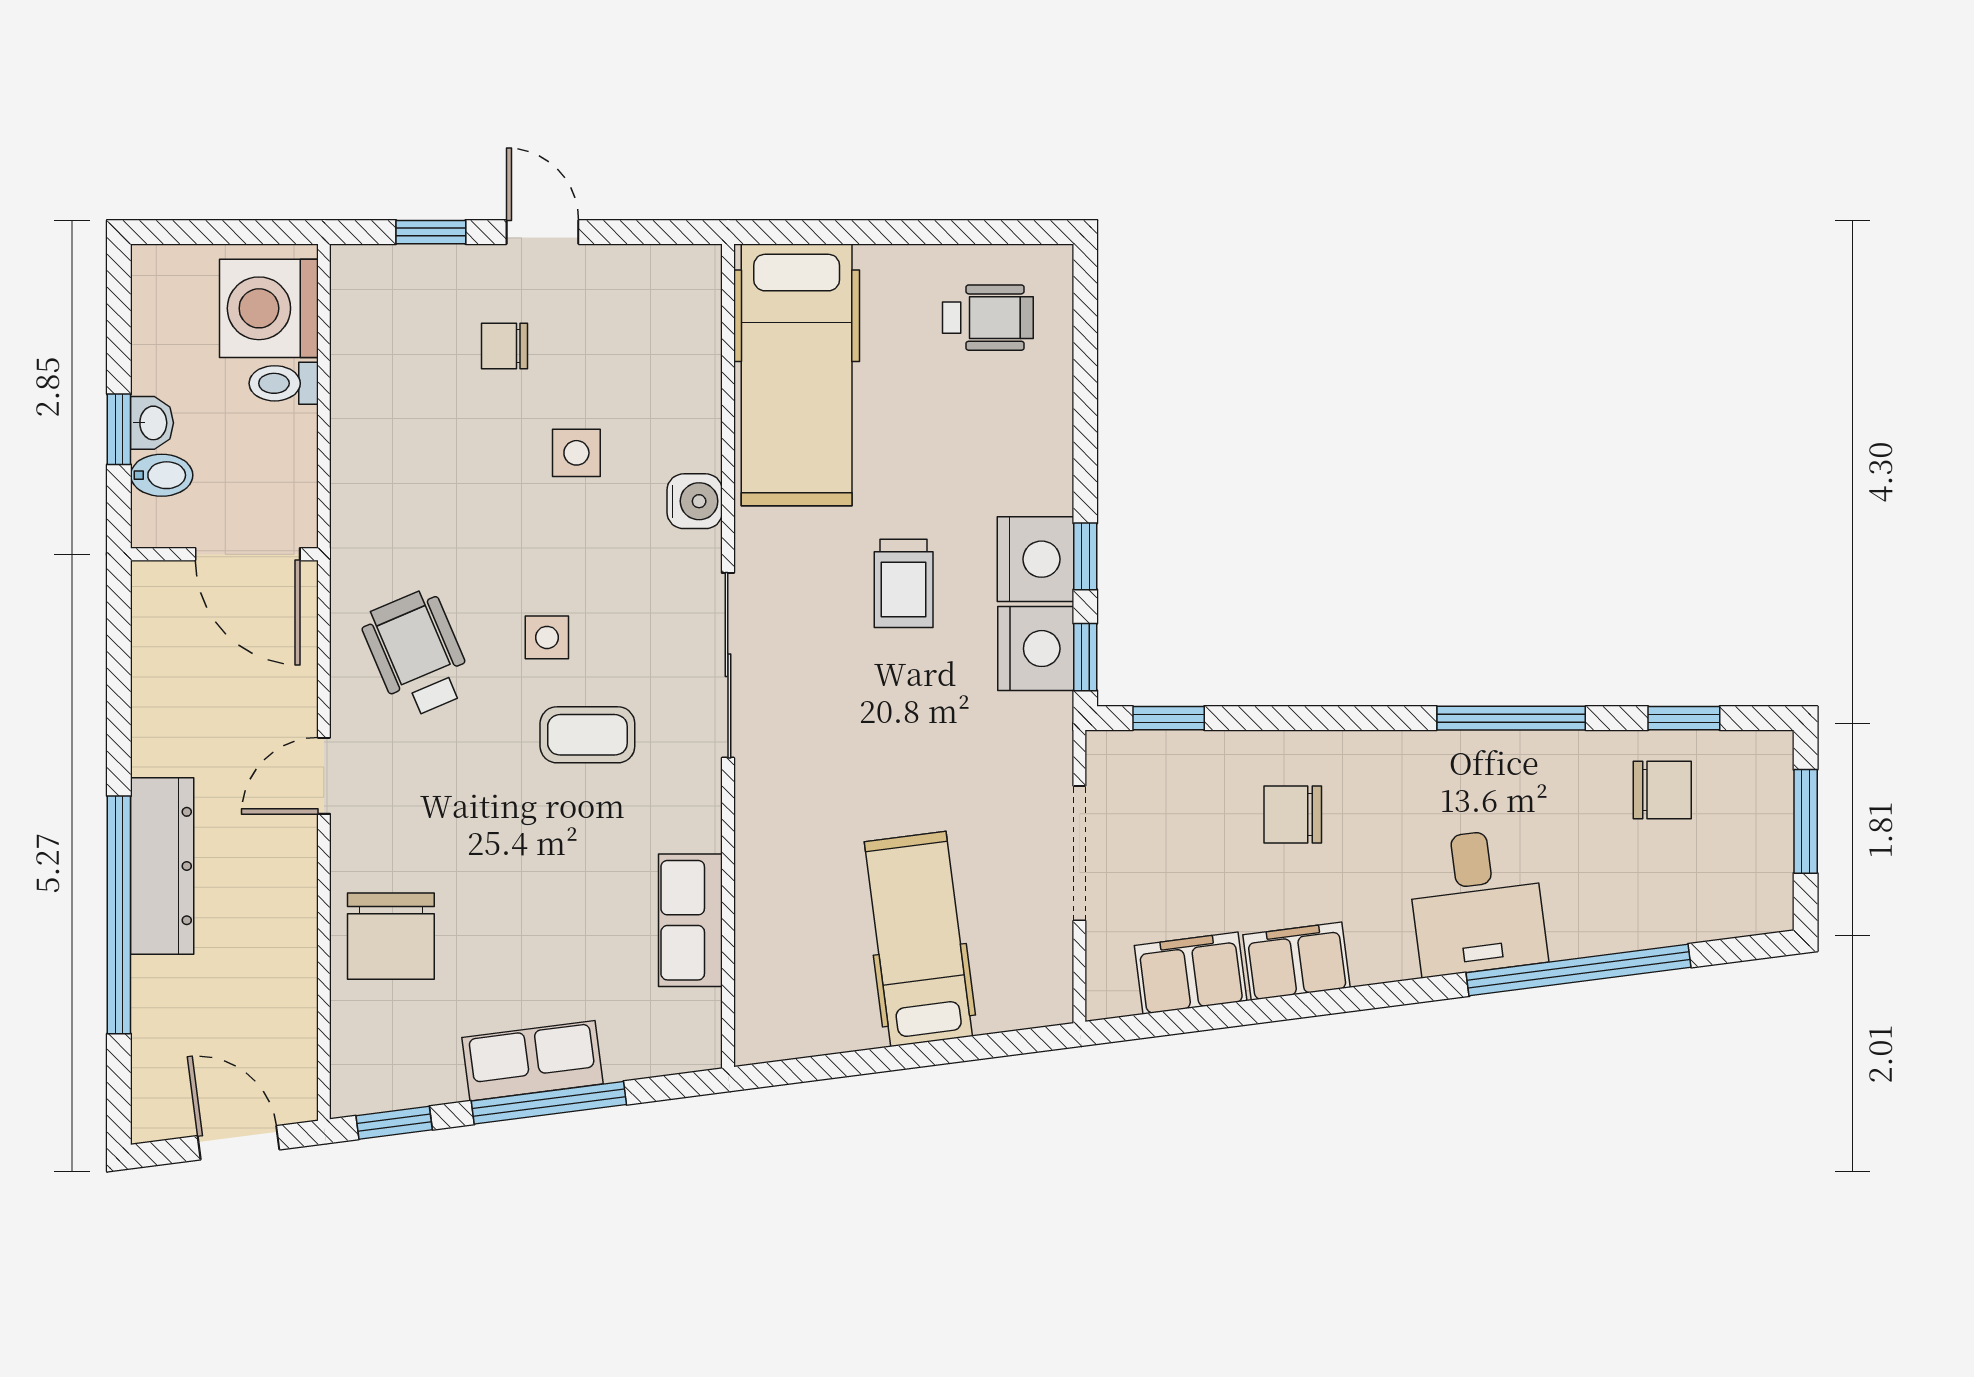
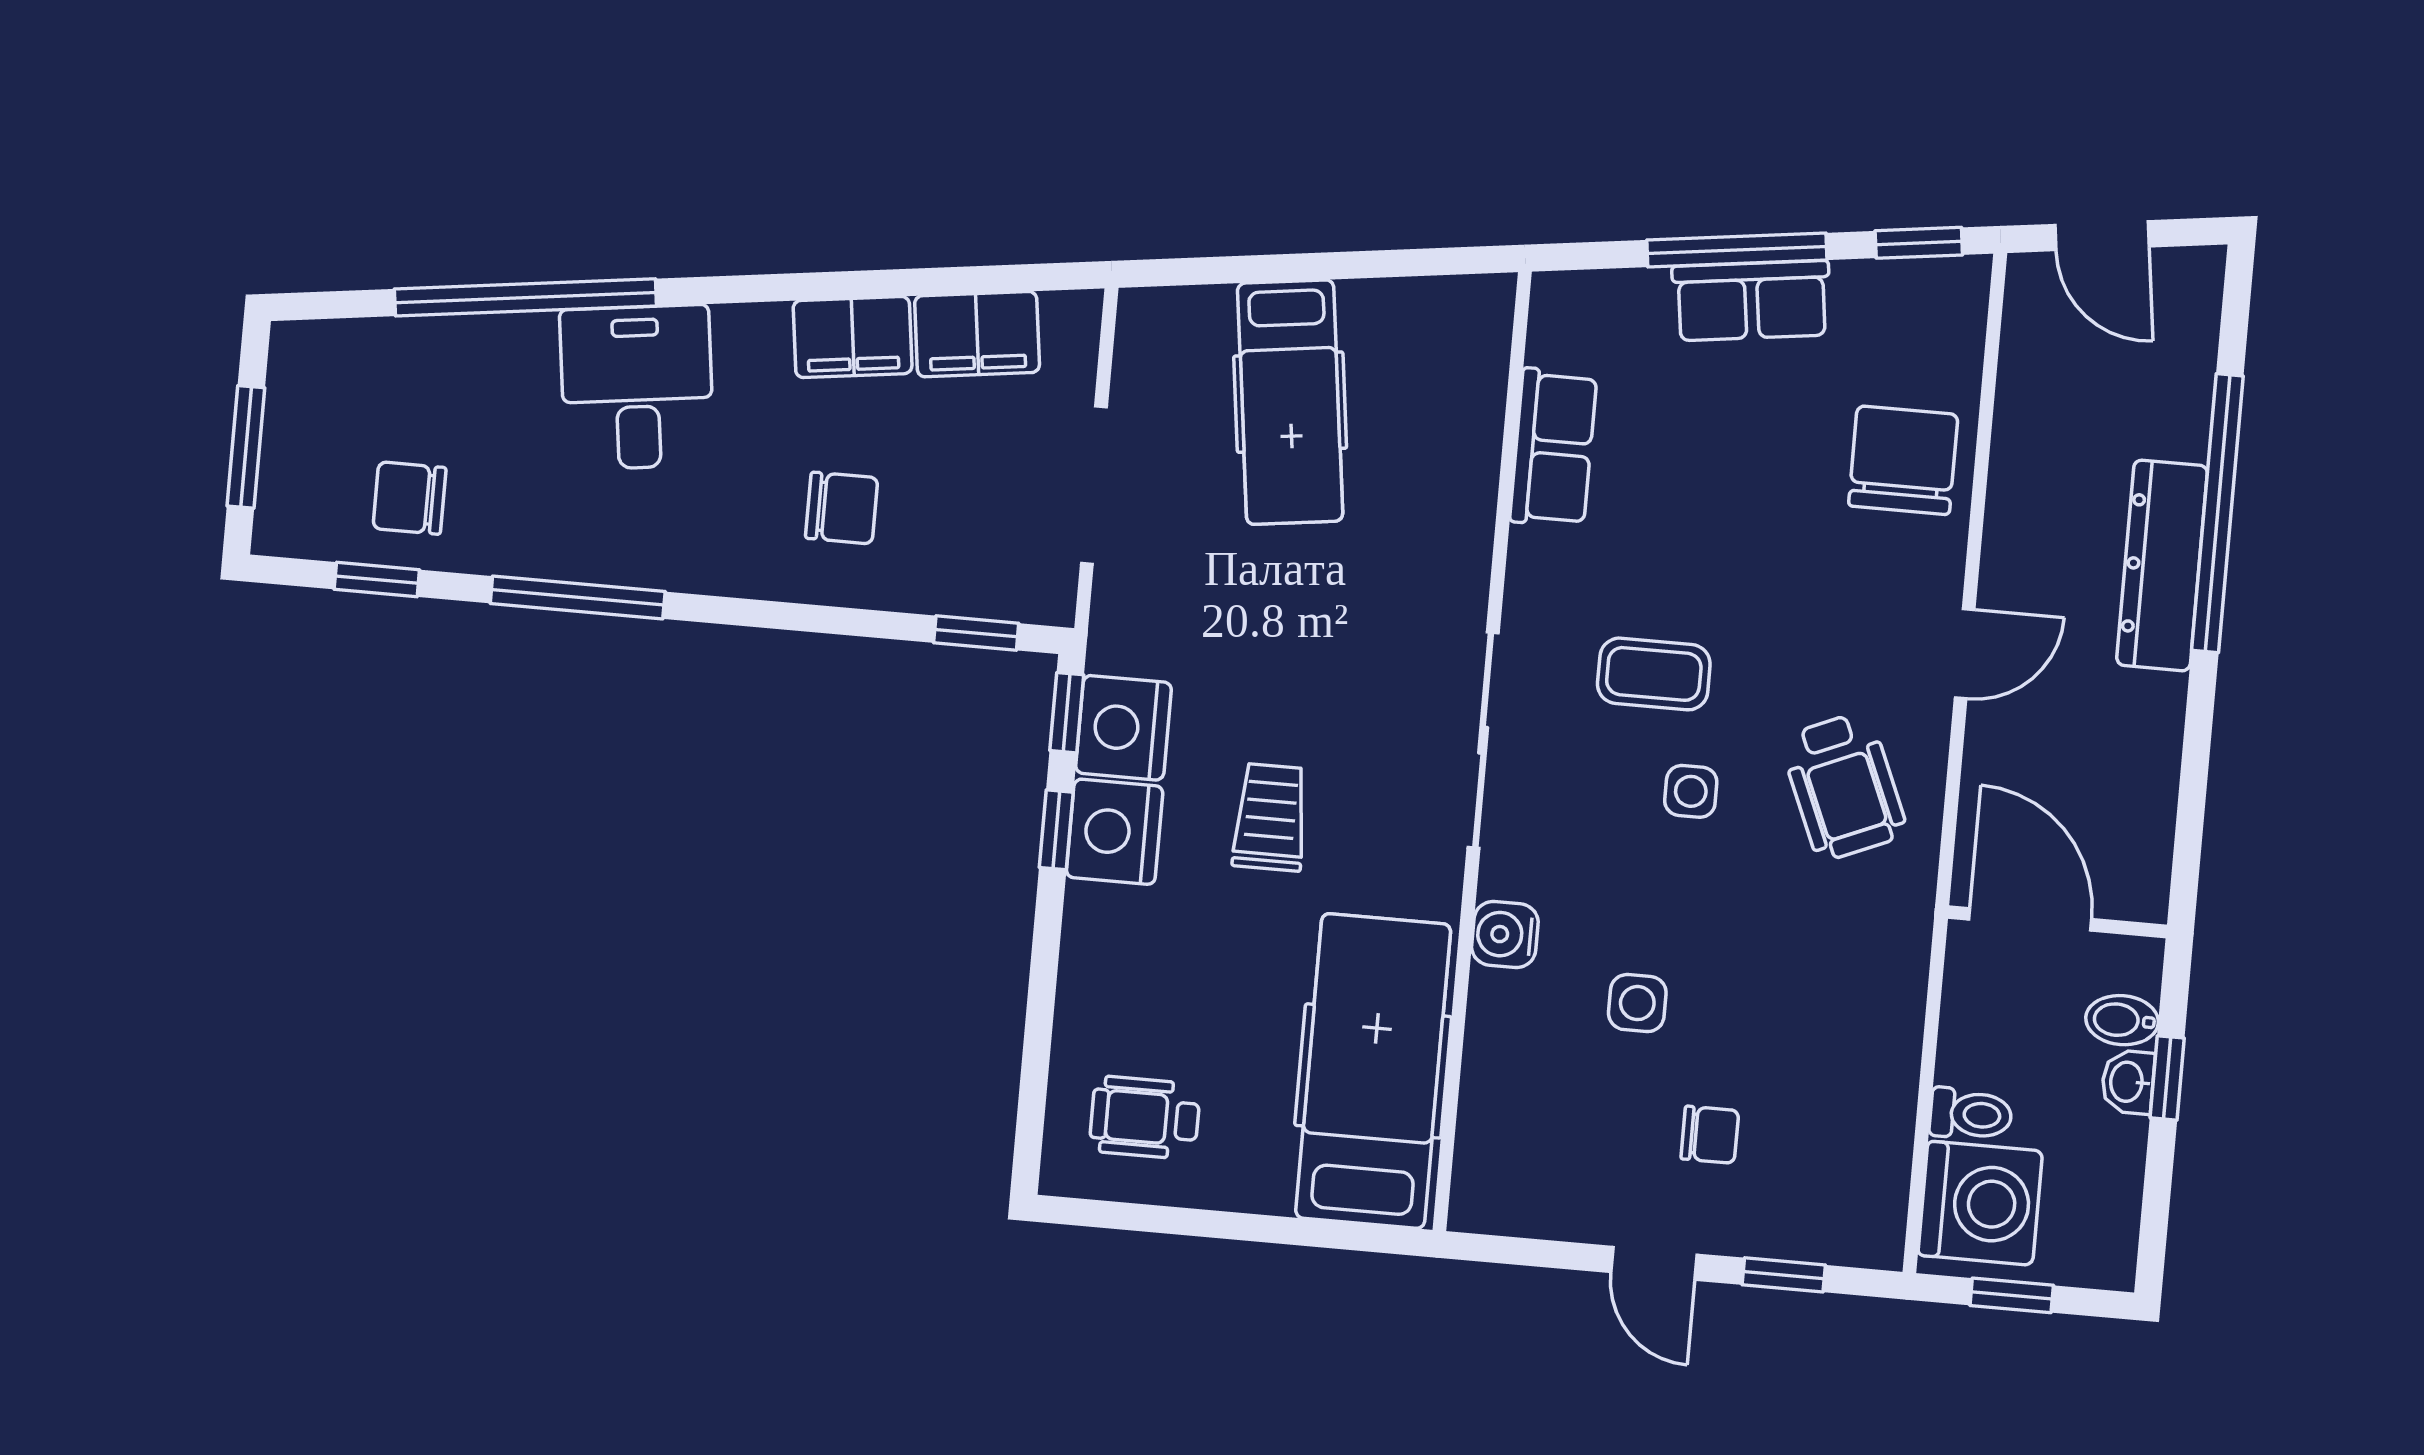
window: (235, 232) -> (2012, 1295), added

